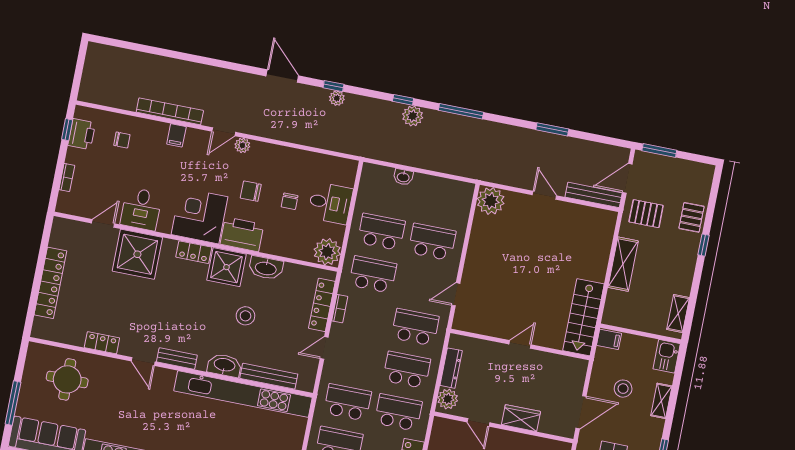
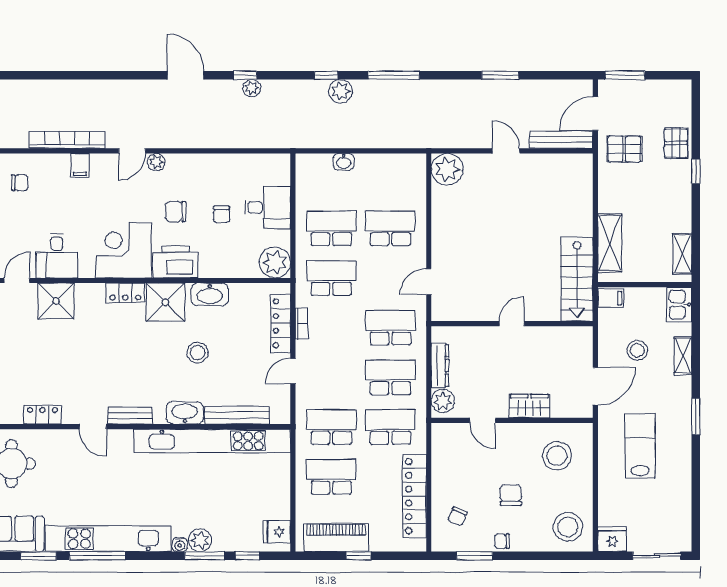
shower: (137, 254) -> (56, 301), width x0.73, depth x0.73
shelving: (623, 264) -> (610, 243), moved

